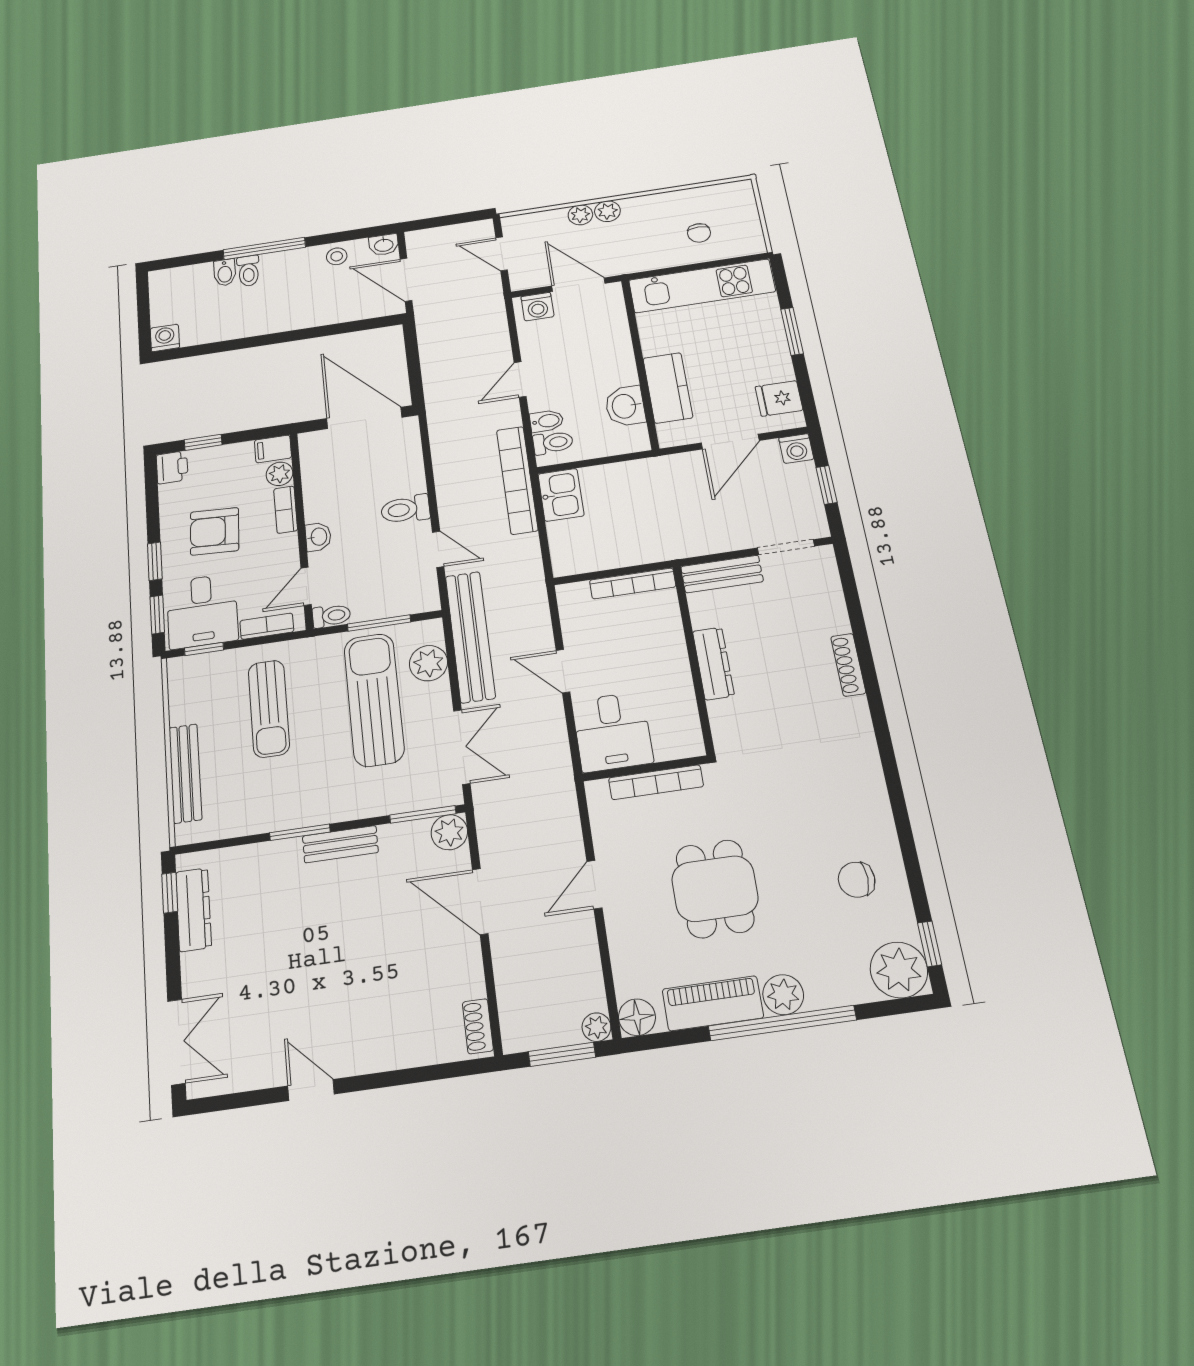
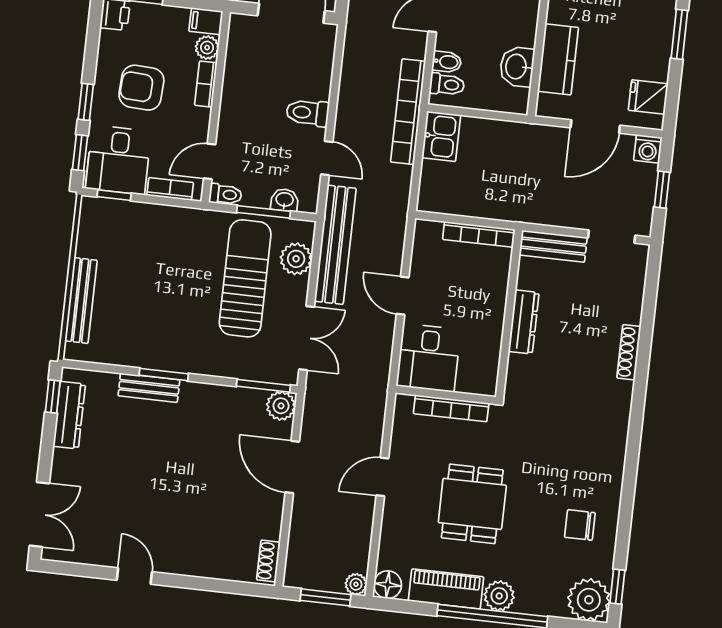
washbasin: (318, 537) -> (285, 200), moved, turned -90
sun lounger: (269, 709) -> (158, 263), removed
bench: (340, 844) -> (149, 388), moved

